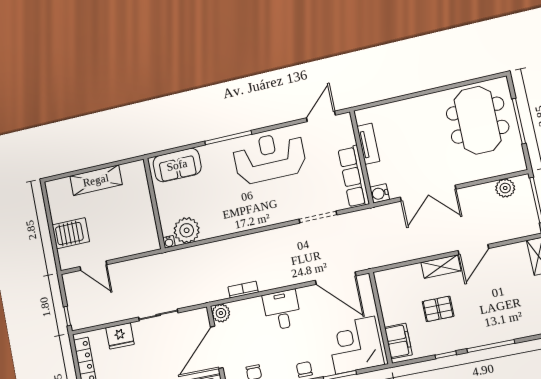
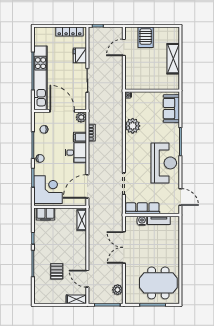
water cooler: (380, 193) -> (142, 221), moved
plant: (187, 230) -> (133, 126), moved
door: (473, 250) -> (87, 279), moved
shelving: (441, 267) -> (82, 220), moved
filing cabinet: (255, 308) -> (80, 137), added
pallet: (438, 309) -> (57, 271), moved

